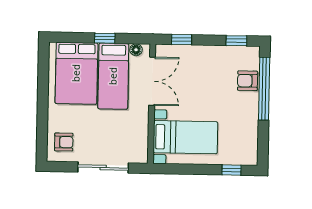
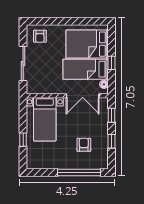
window: (236, 41) -> (111, 141), moved
armchair: (248, 81) -> (84, 145), moved
window: (231, 170) -> (23, 140), moved

